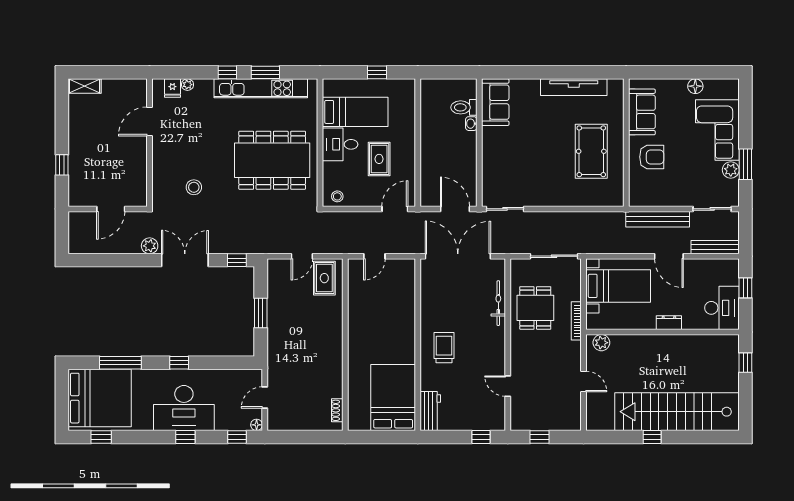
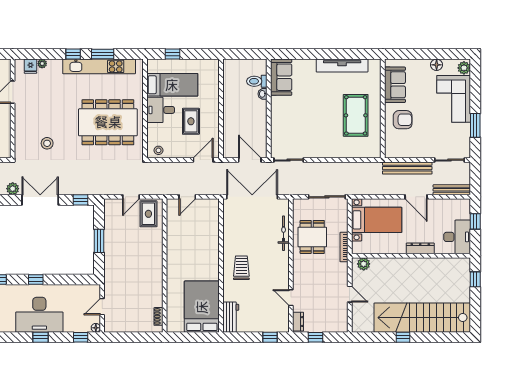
window: (377, 72) -> (172, 54), moved
plant: (731, 170) -> (464, 68), moved
dresser: (669, 323) -> (420, 248), width x1.44
dresser: (517, 417) -> (298, 322), added

